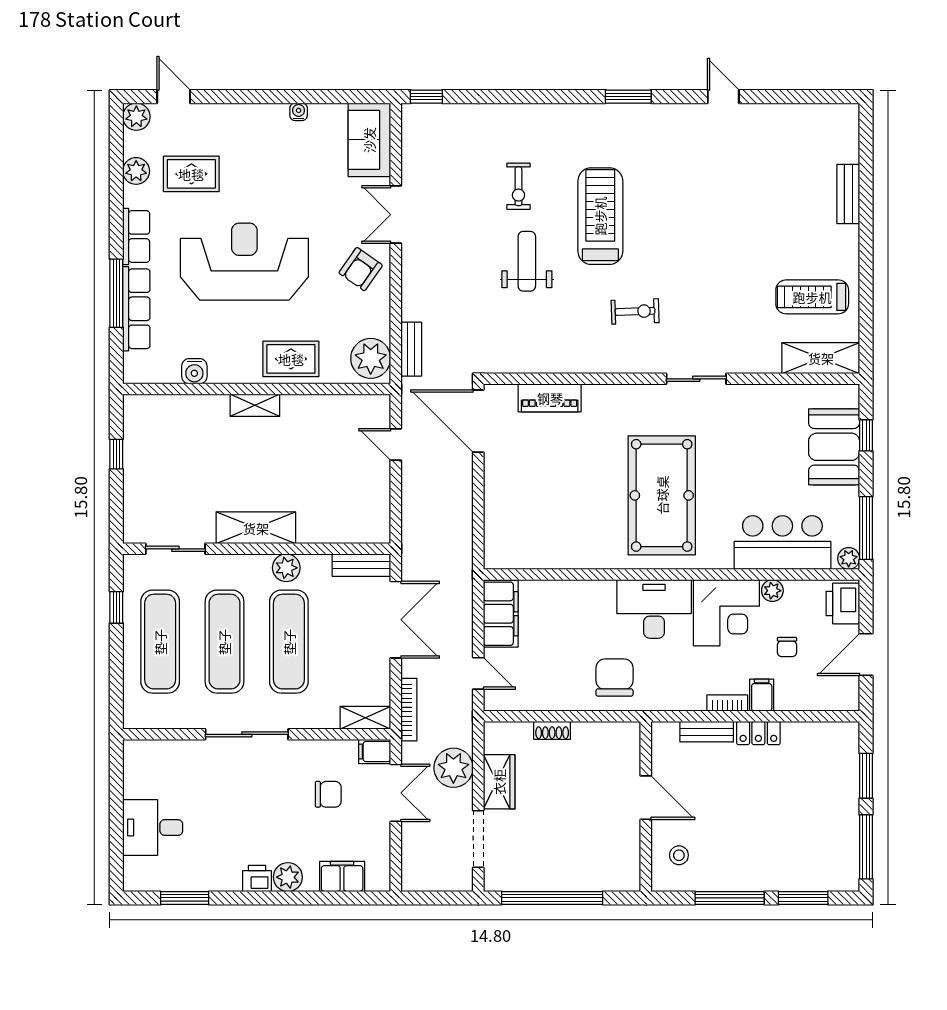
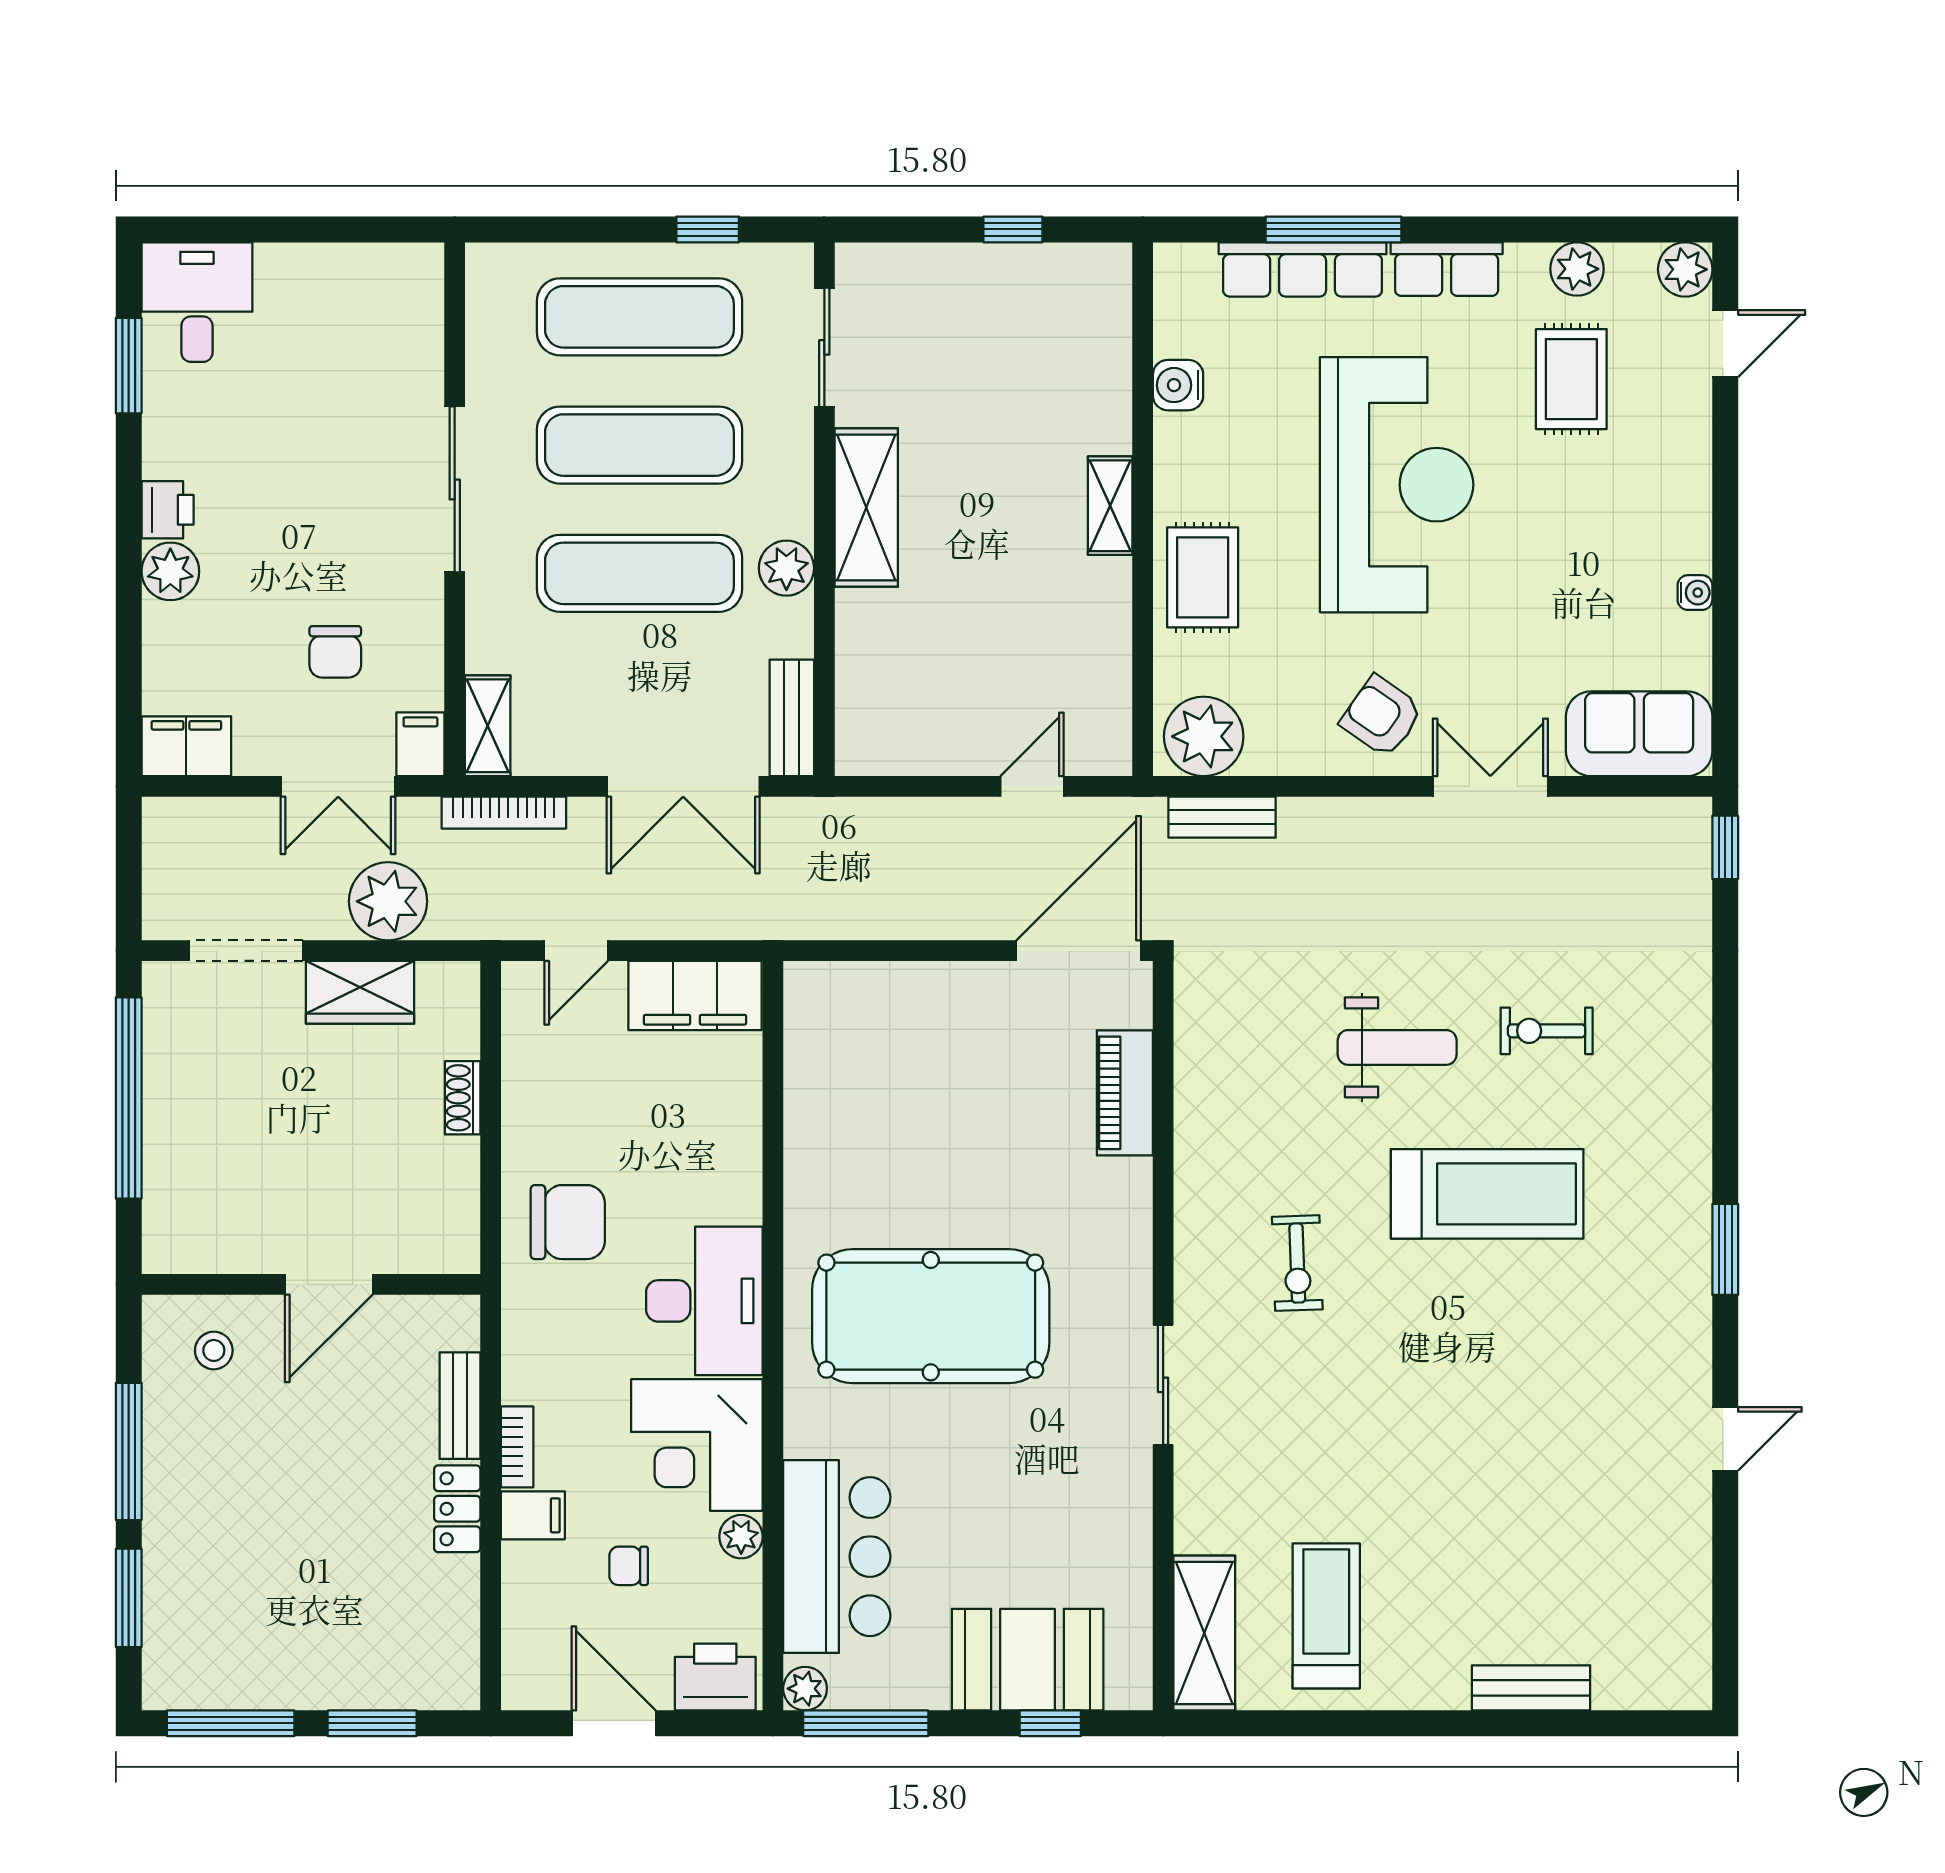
desk: (153, 828) -> (197, 302), moved
filing cabinet: (342, 876) -> (186, 746), moved, turned -90

